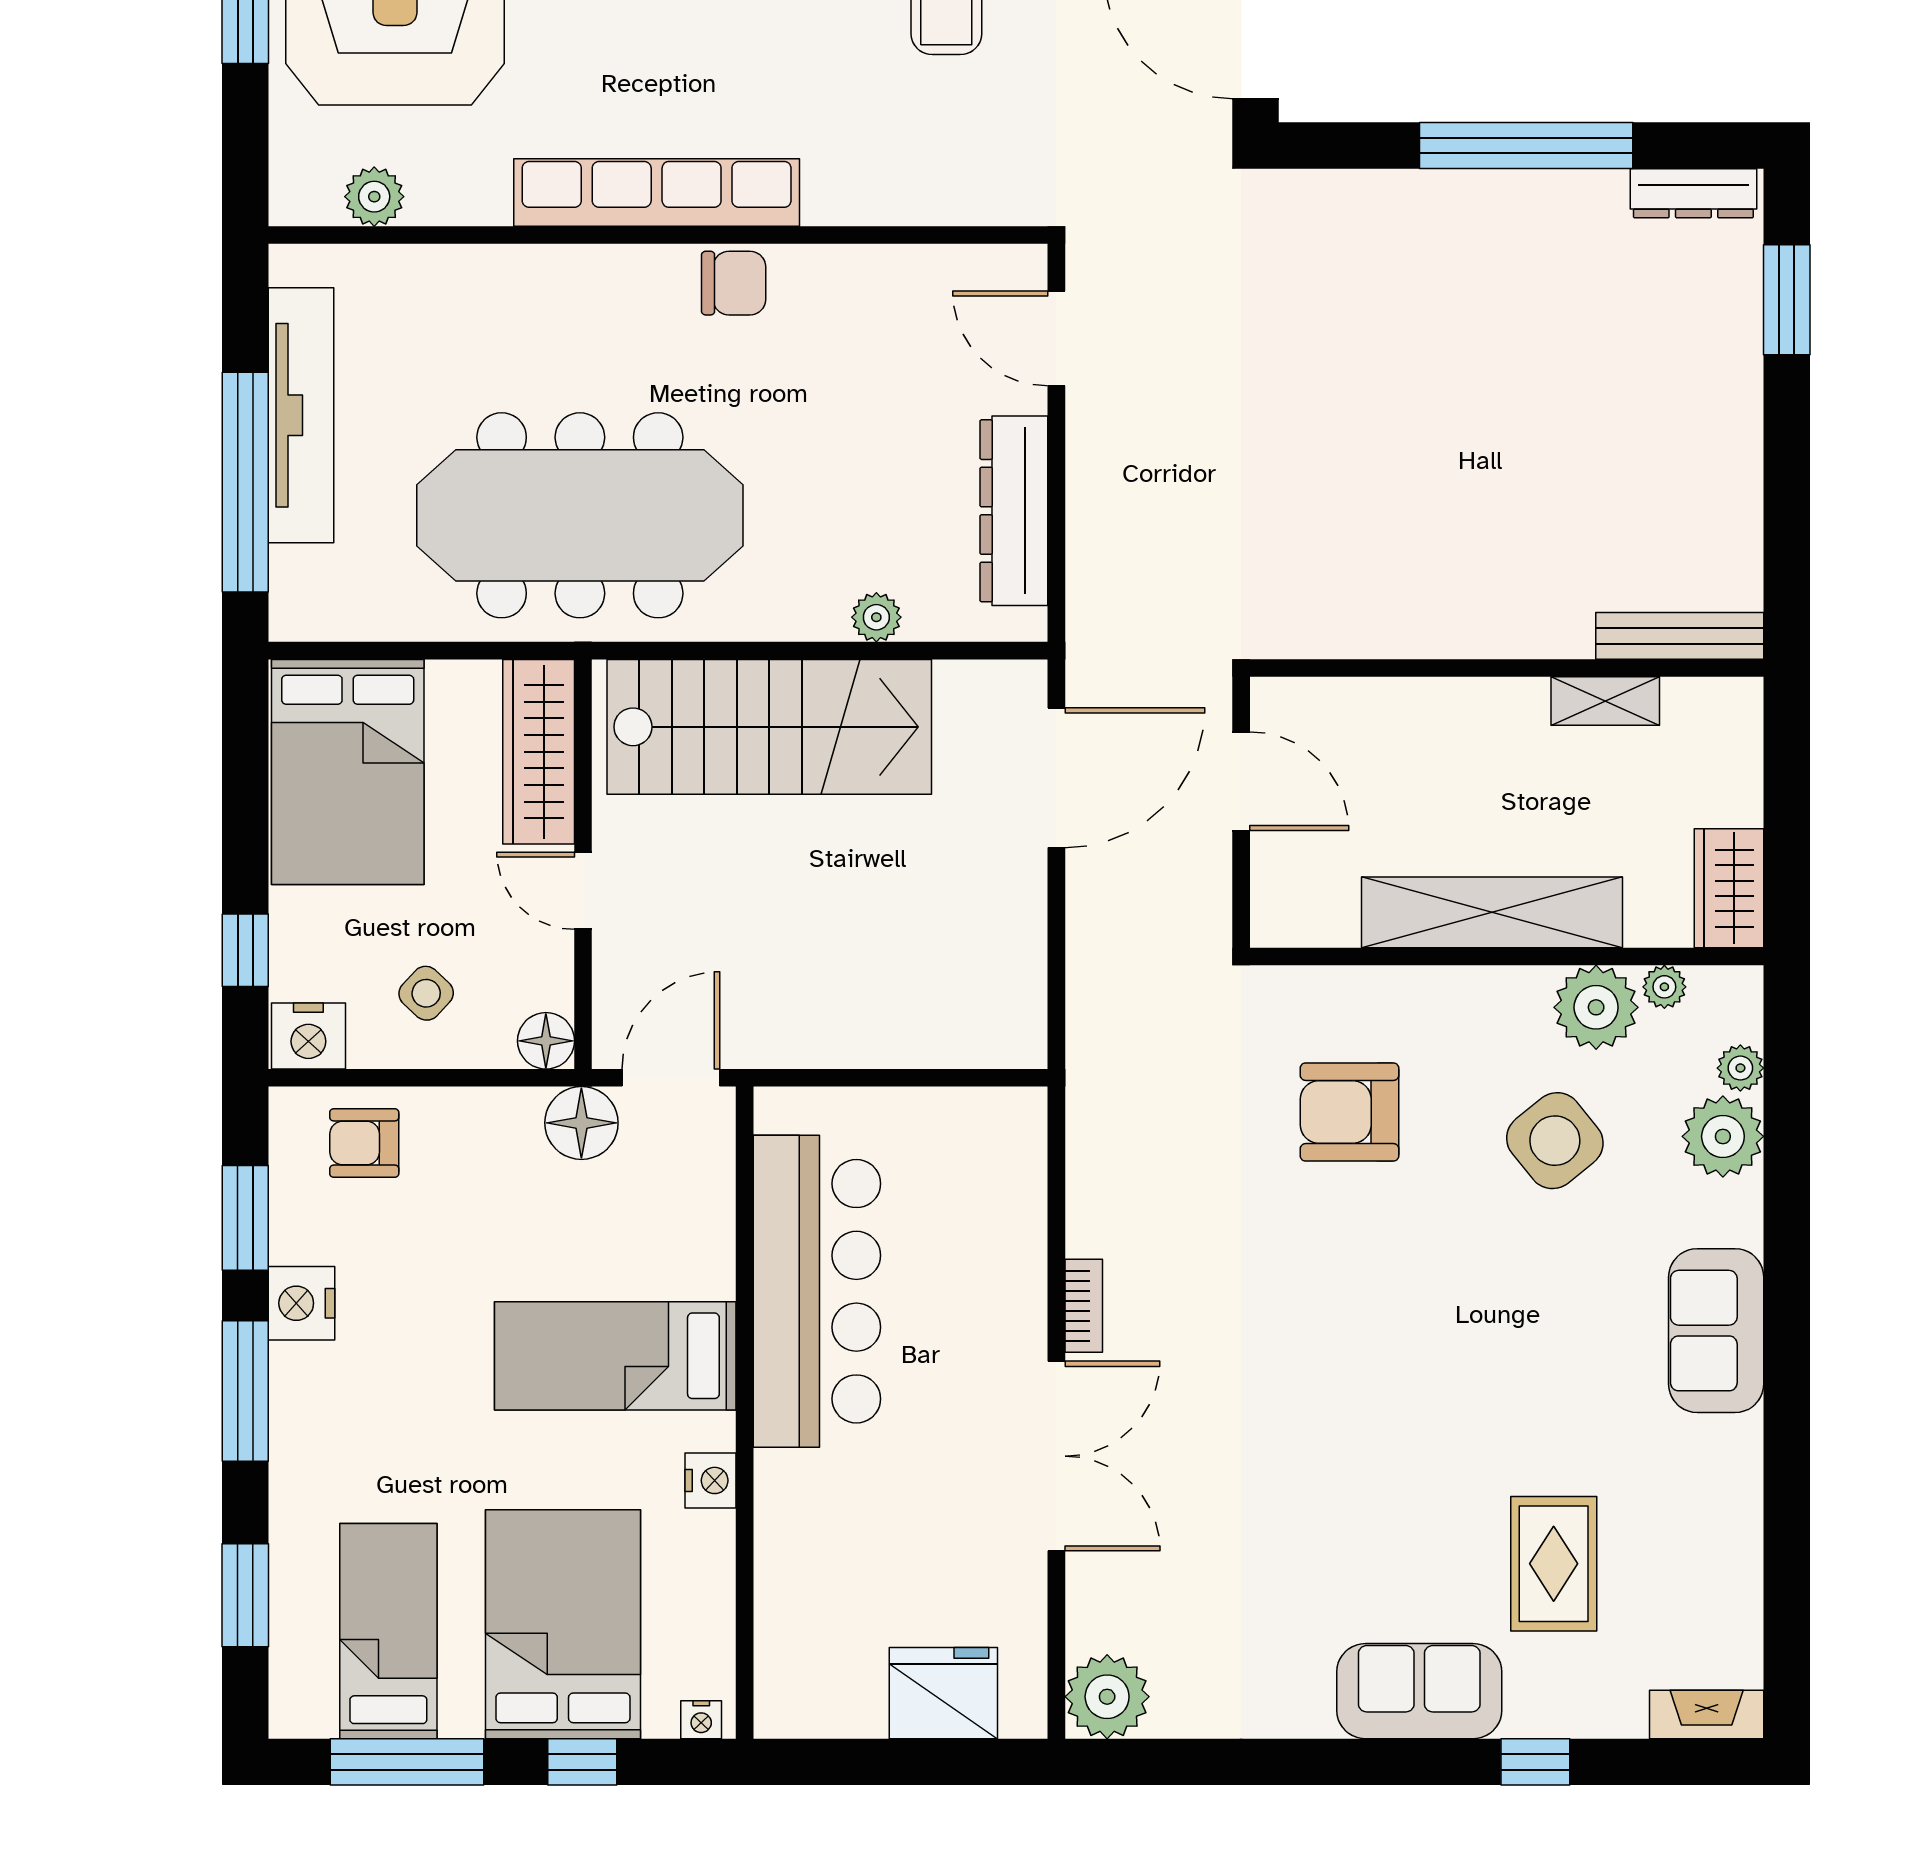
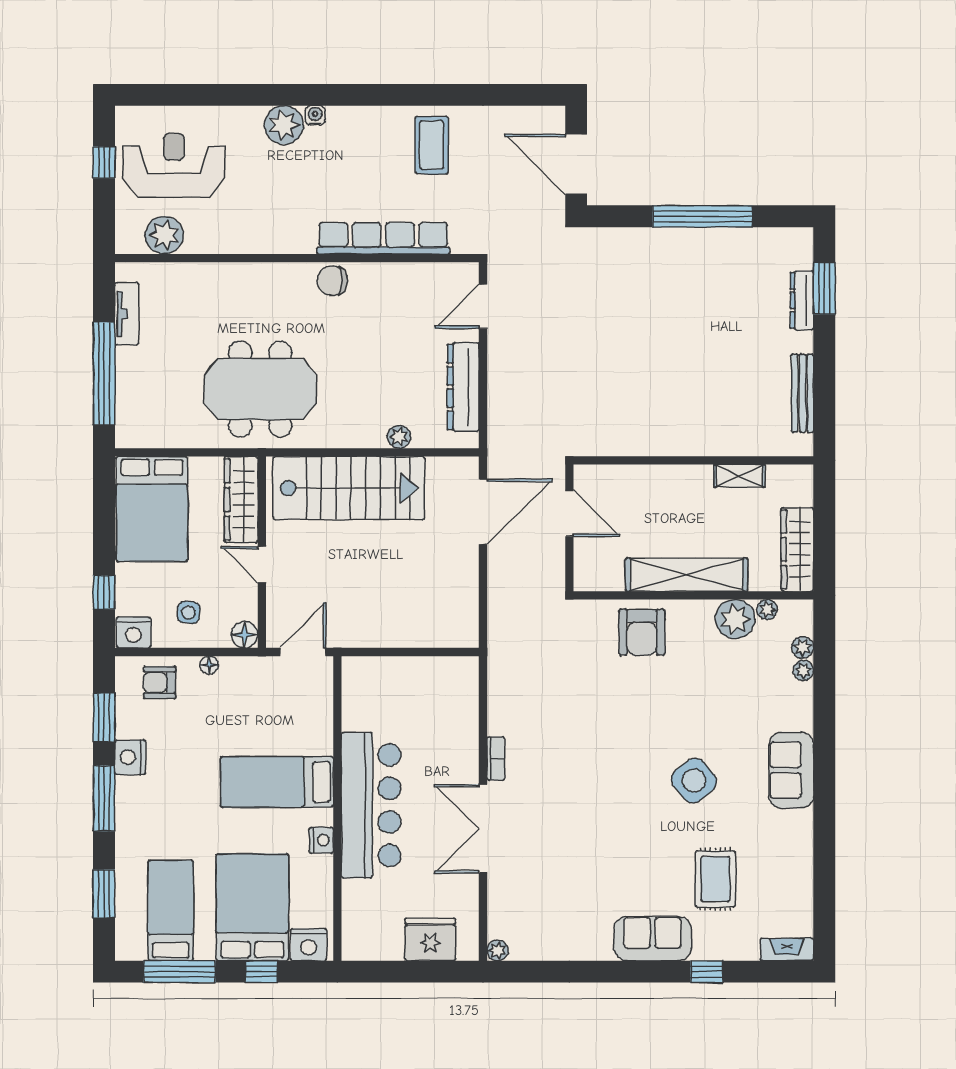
row of seats: (657, 192) -> (383, 238), moved
dresser: (1693, 193) -> (802, 301), moved, turned 90
plant: (374, 197) -> (164, 235), width x1.36, depth x1.36
chair: (734, 283) -> (332, 281), turned 180
door: (1056, 338) -> (483, 306), hinge flipped
tv unit: (301, 415) -> (127, 314), width x0.52, depth x0.78
meeting table: (580, 515) -> (260, 389), width x0.73
bench: (1680, 636) -> (803, 393), moved, turned 90
wardrobe: (1729, 888) -> (797, 549), width x1.50
side table: (426, 993) -> (188, 612), turned -36
armchair: (1349, 1112) -> (642, 632), moved, turned -90
floor lamp: (581, 1123) -> (209, 665), moved, width x0.53, depth x0.53
plant: (1723, 1136) -> (803, 671), width x0.53, depth x0.53
side table: (1555, 1141) -> (694, 780), moved
bar counter: (817, 1291) -> (371, 805), moved
double door: (1056, 1456) -> (483, 829), swing flipped
plant: (1107, 1697) -> (498, 950), width x0.53, depth x0.53
nightstand: (701, 1720) -> (309, 945), width x1.89, depth x1.79

